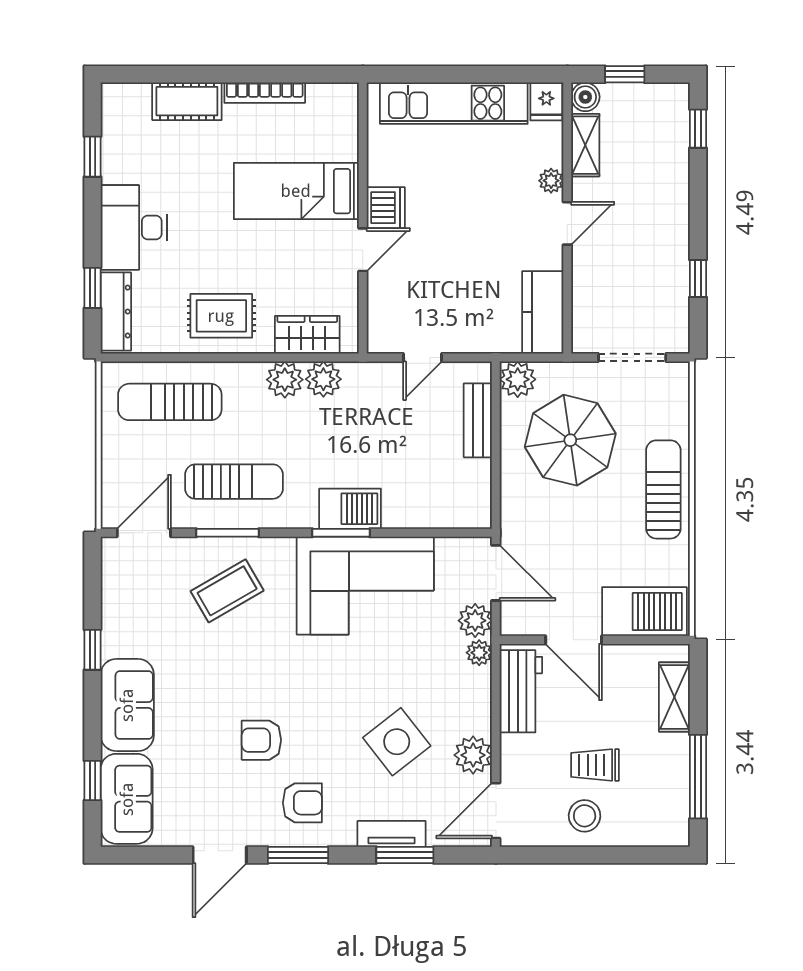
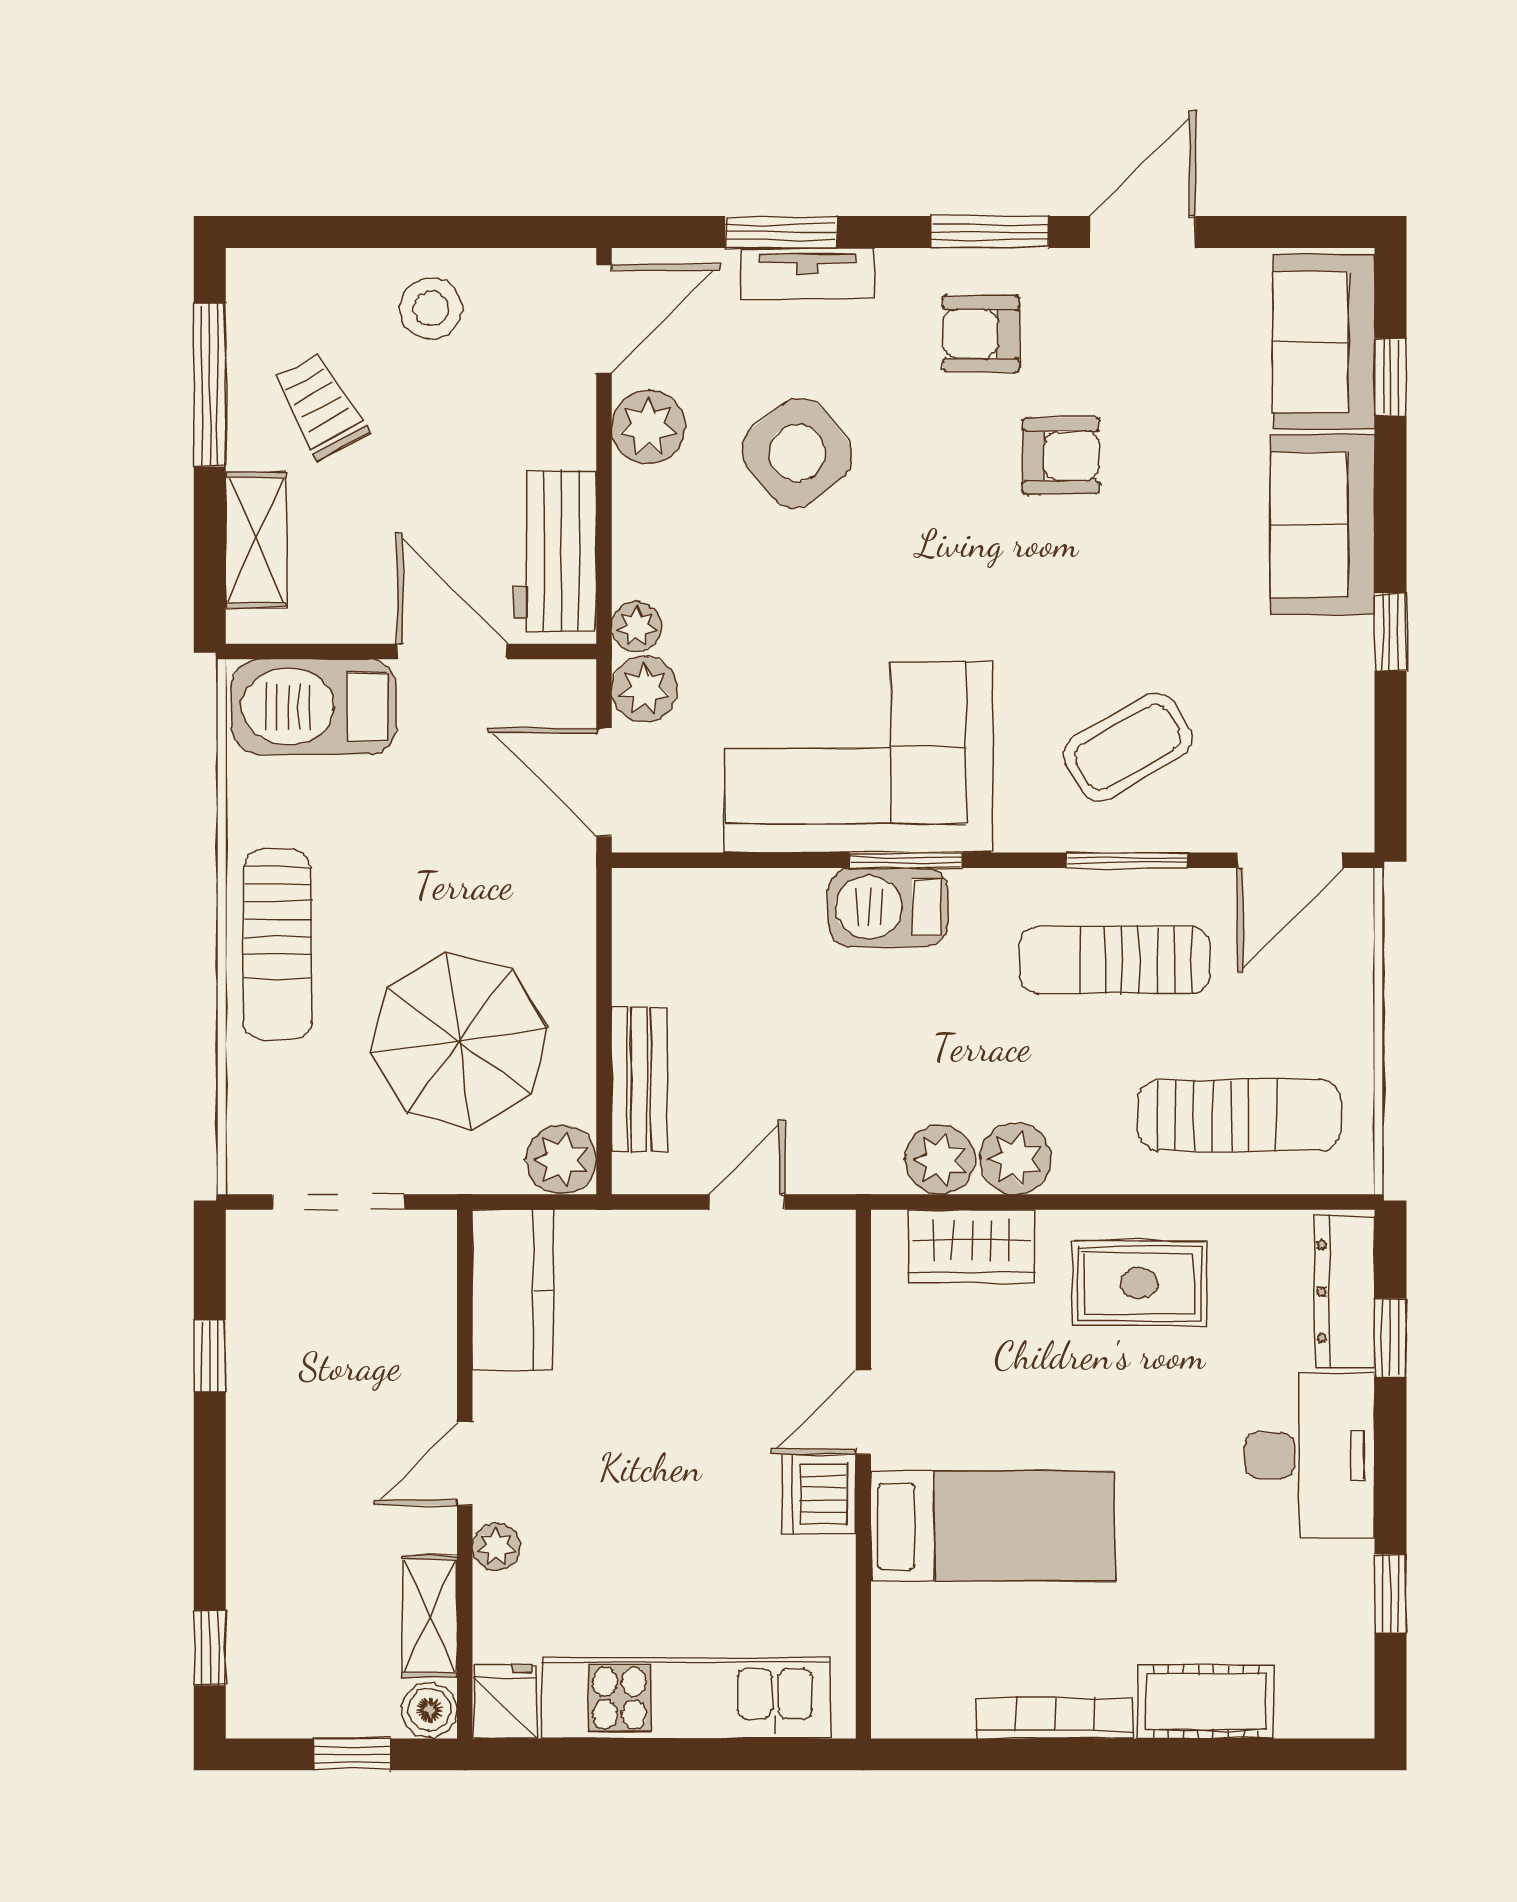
trolley: (595, 765) -> (320, 406), moved, turned -120

